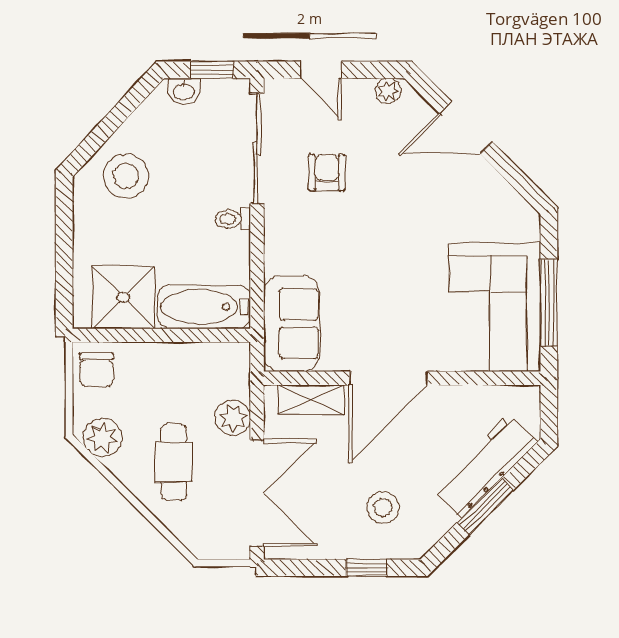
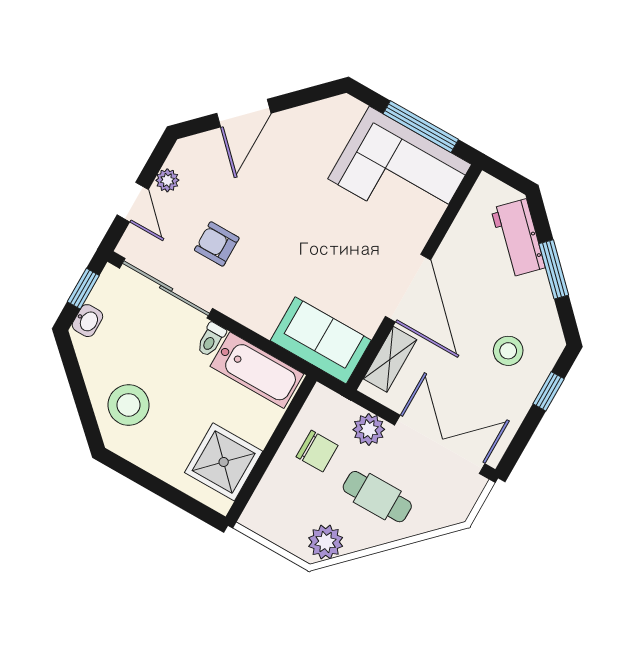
door: (321, 70) -> (133, 202), hinge flipped
plant: (388, 91) -> (167, 180), moved
bathtub: (204, 307) -> (257, 370), moved, turned -90
chair: (97, 370) -> (317, 451), moved
workbench: (485, 466) -> (518, 238), width x0.73

